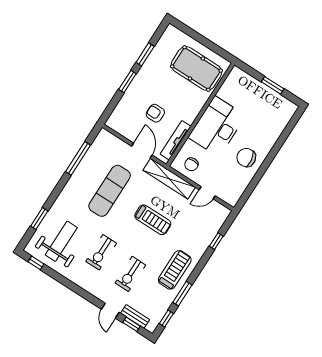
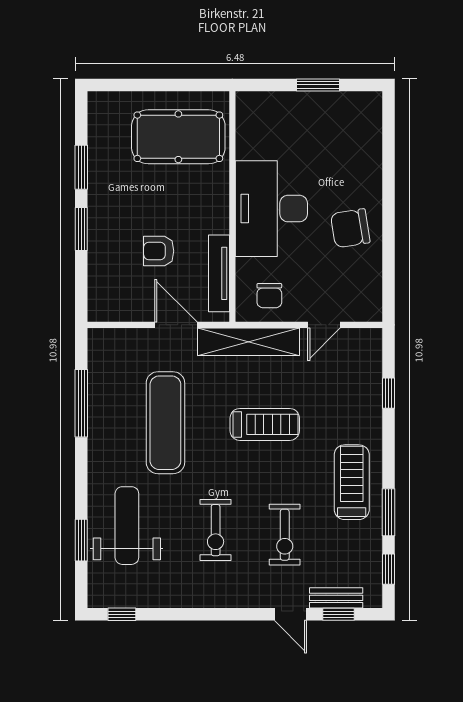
weight bench: (61, 241) -> (127, 526), moved

